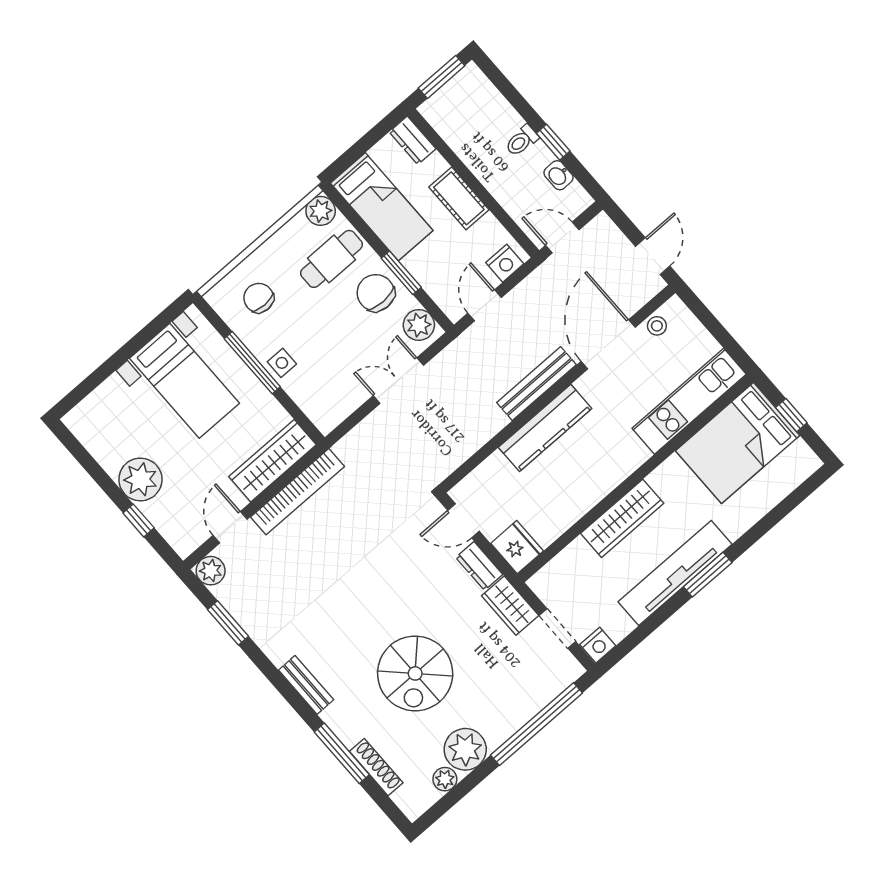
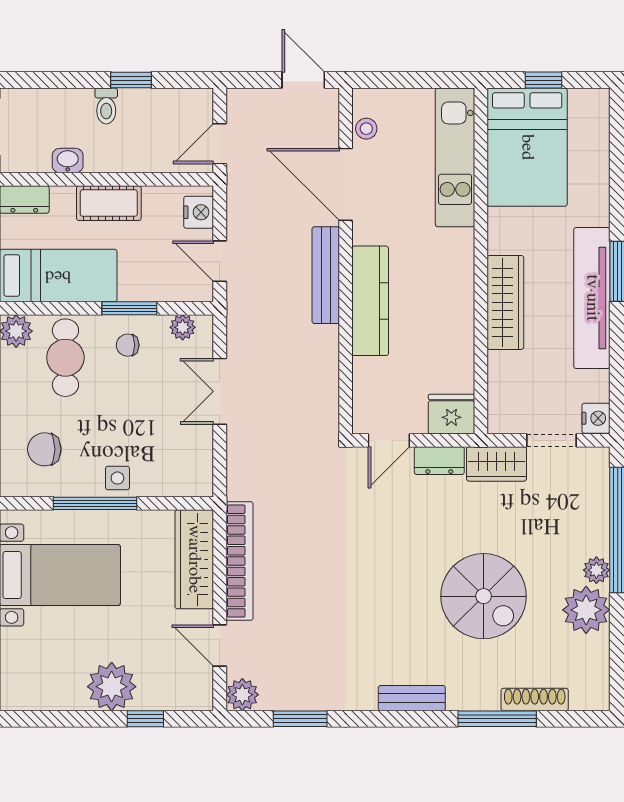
washbasin: (558, 175) -> (68, 161), moved, turned 180
chair: (376, 293) -> (128, 345), width x0.54, depth x0.54
plant: (419, 325) -> (183, 327), width x0.73, depth x0.73
plant: (445, 779) -> (596, 570), moved

